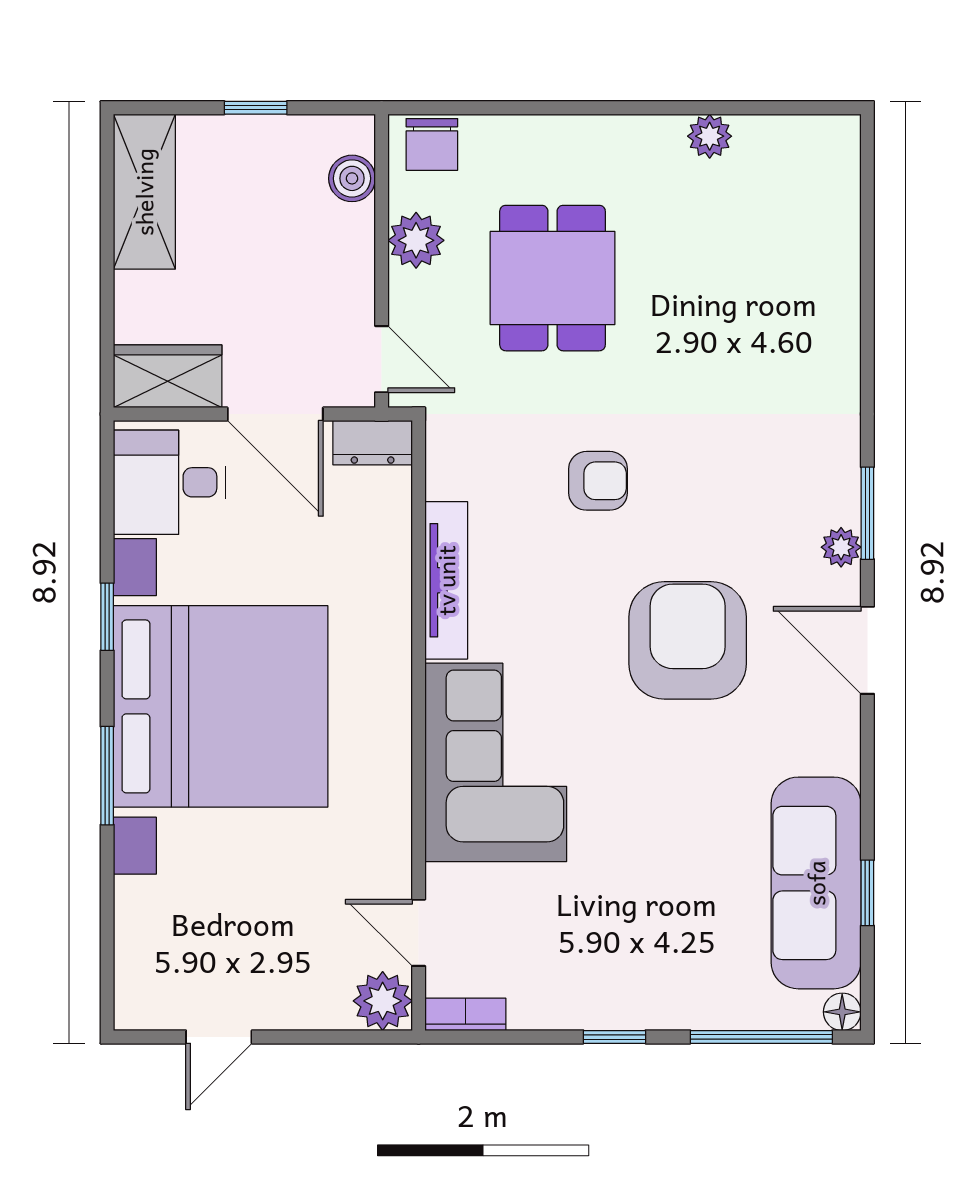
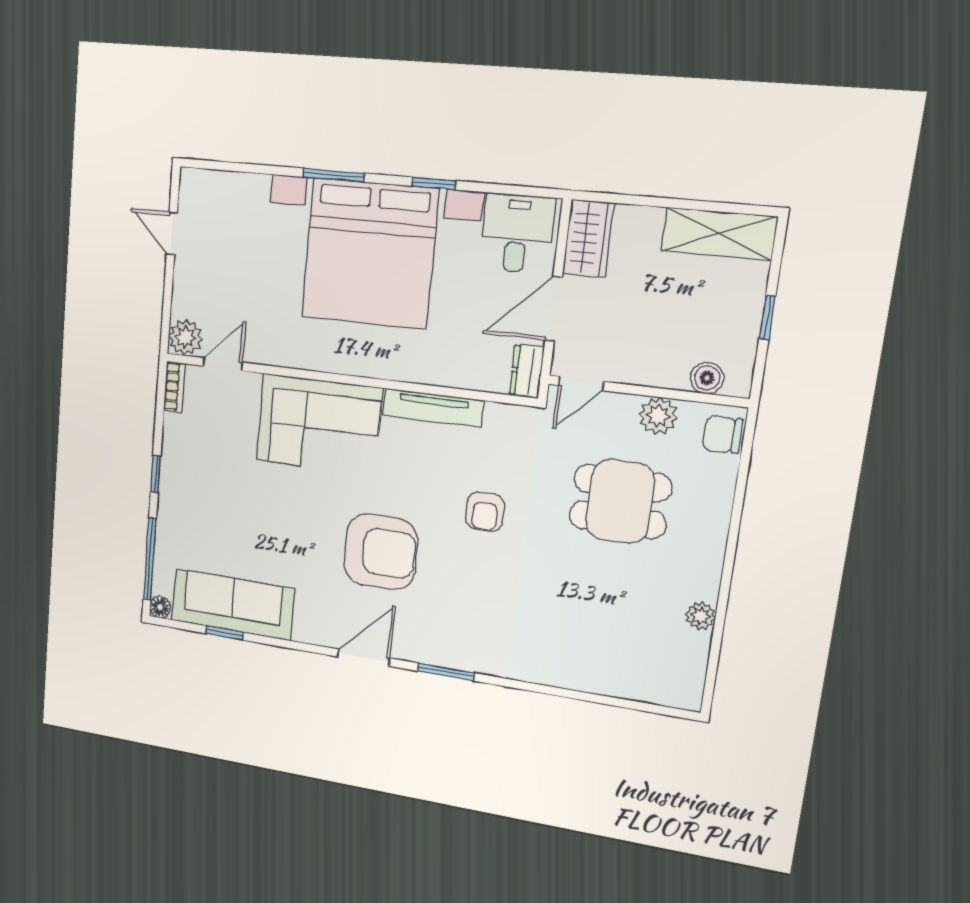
plant: (841, 547) -> (427, 653), removed

